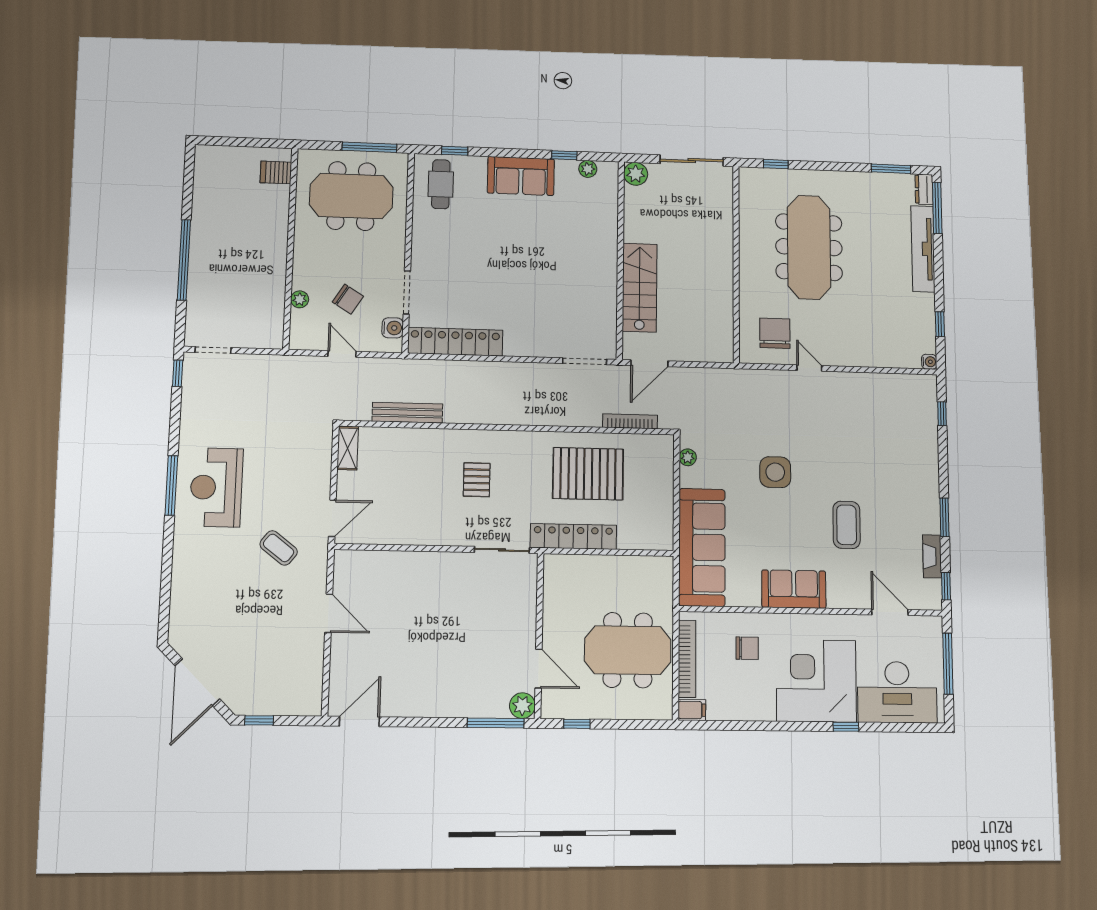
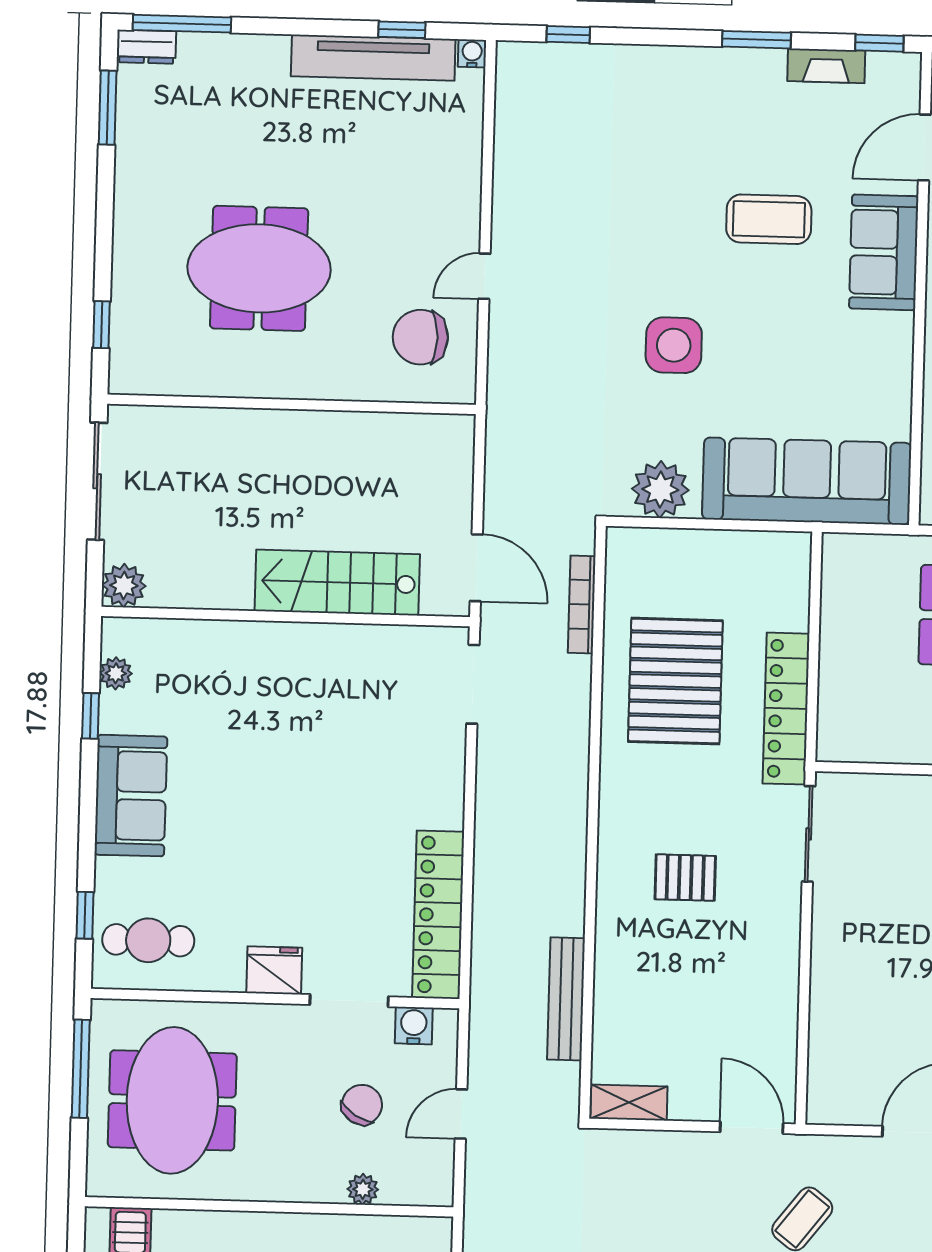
meeting table: (809, 247) -> (259, 268), width x0.73
tv unit: (923, 249) -> (373, 58), moved
fridge: (424, 252) -> (274, 970), added
plant: (688, 457) -> (660, 489), width x1.88, depth x1.88
sofa: (794, 589) -> (884, 252), moved

